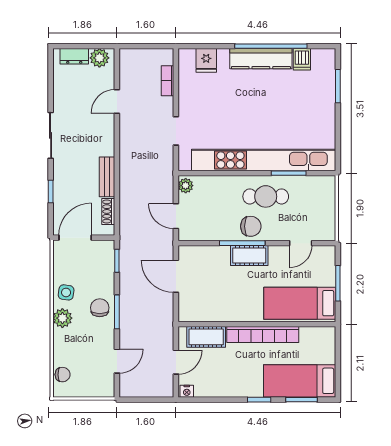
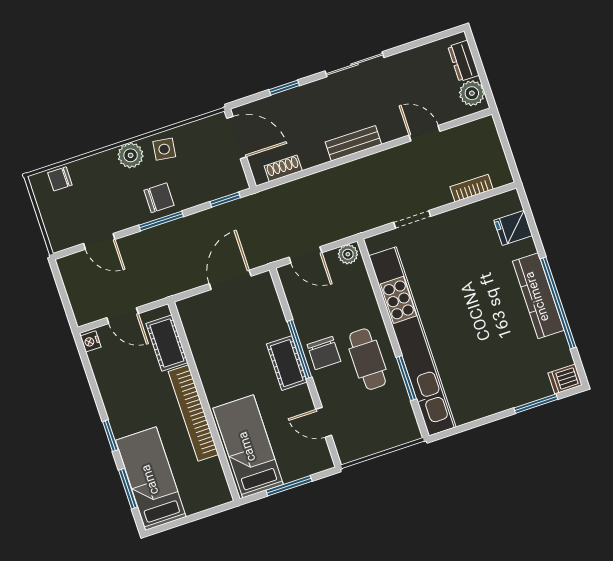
dishwasher: (302, 59) -> (565, 379), moved
bench: (107, 177) -> (353, 143), moved
door: (176, 216) -> (305, 255), swing flipped
chair: (63, 375) -> (60, 179), turned 90

